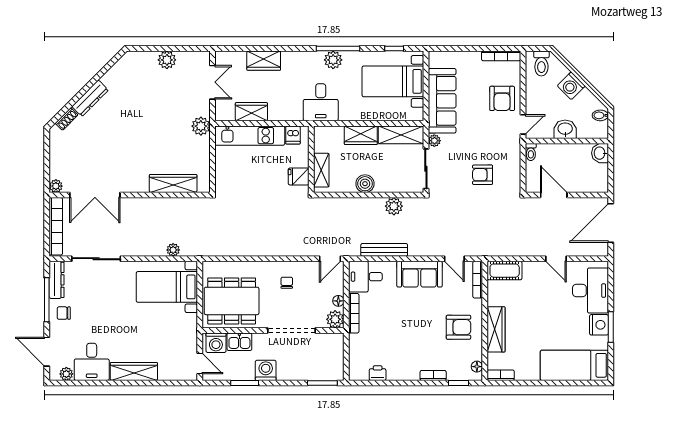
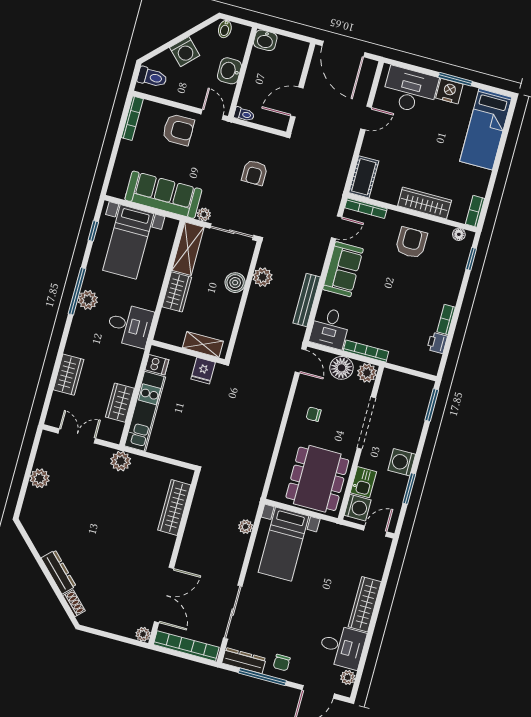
boiler: (365, 184) -> (235, 283), moved
floor lamp: (338, 301) -> (341, 368), width x1.89, depth x1.89
bookcase: (433, 375) -> (446, 319), moved

